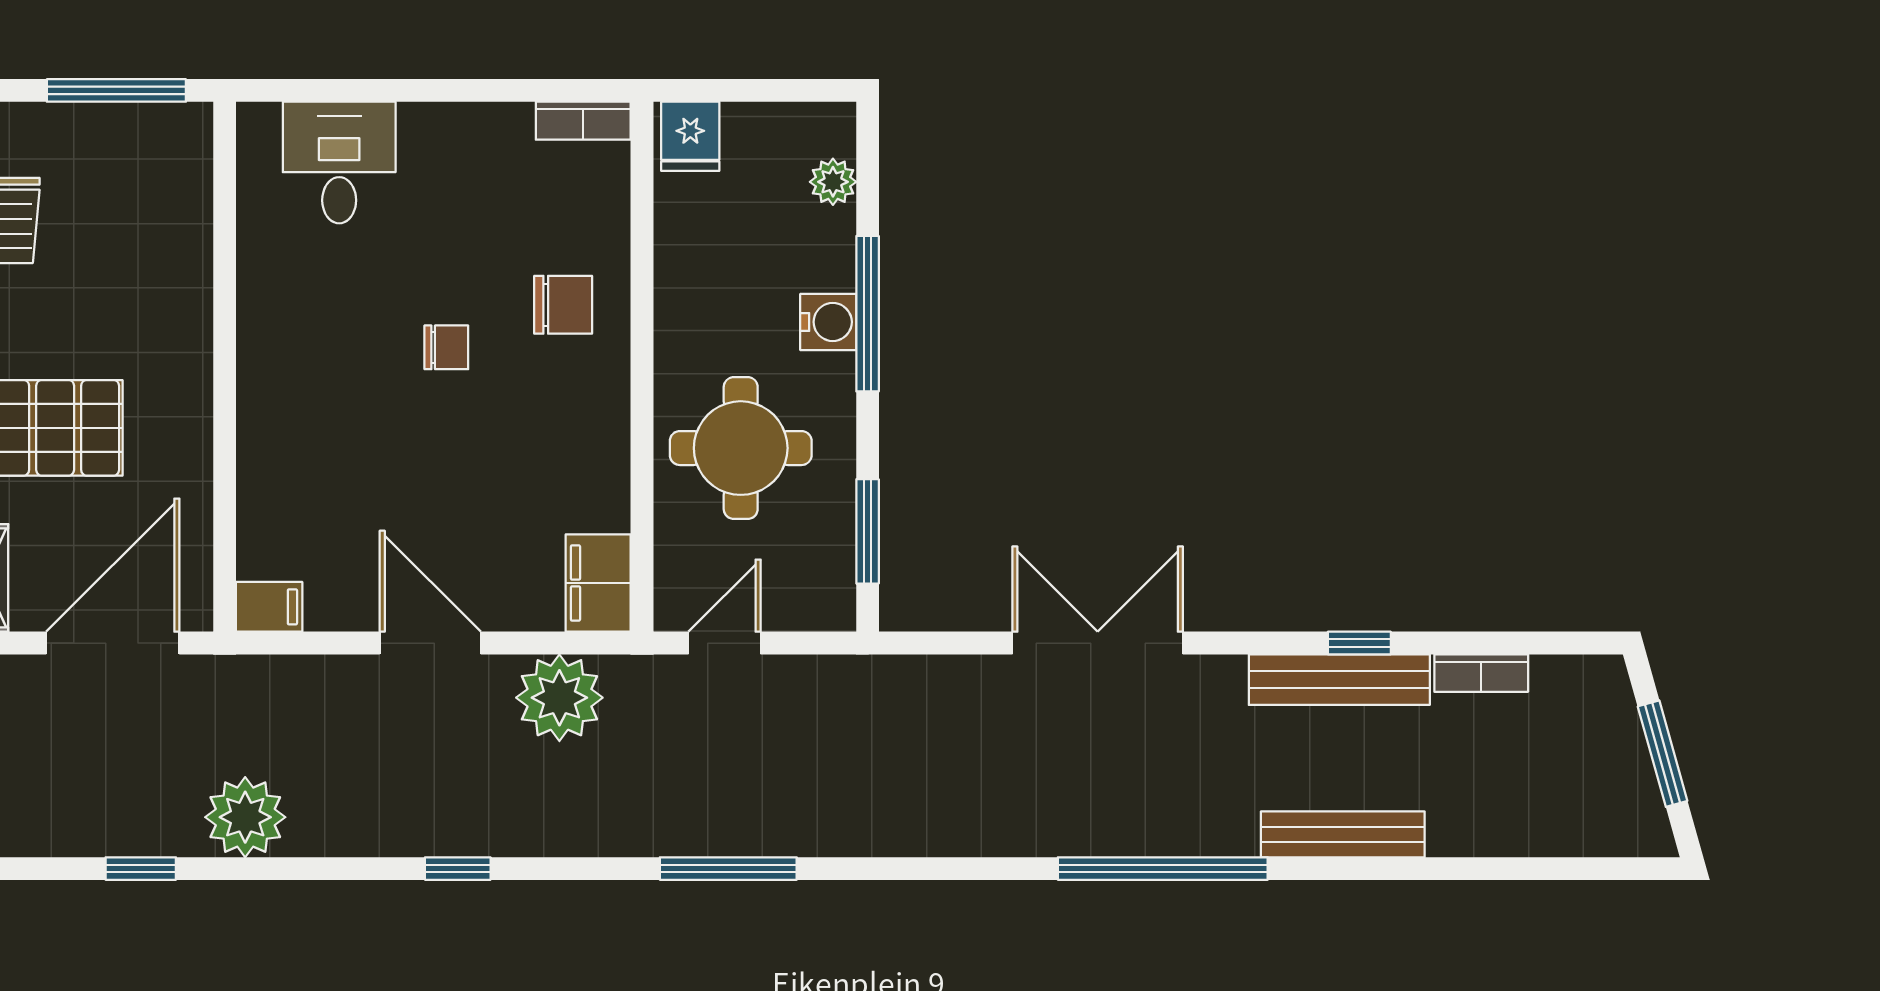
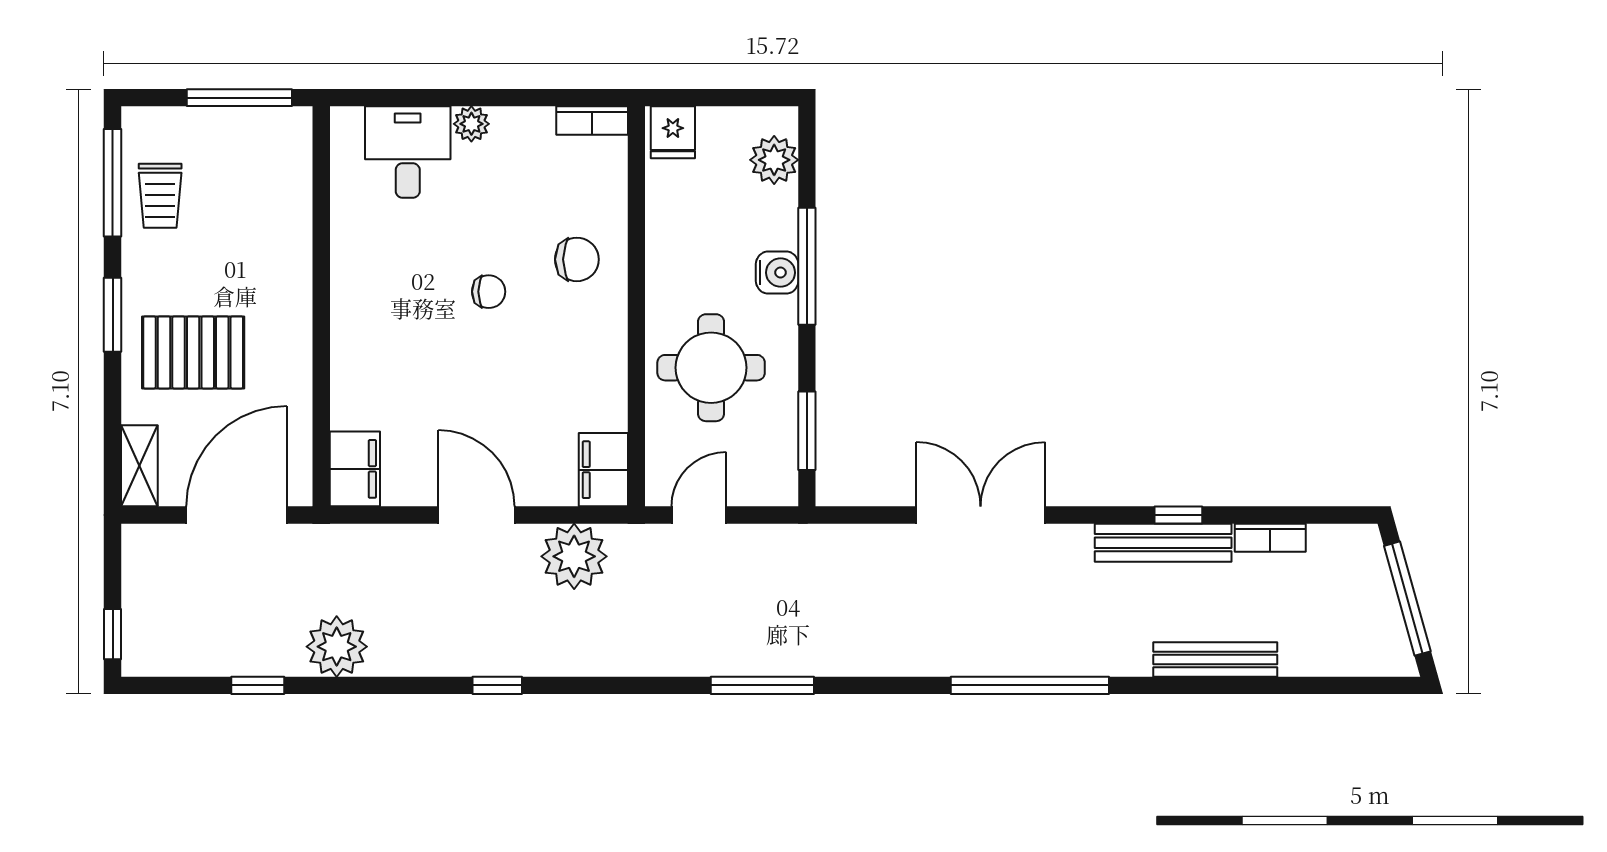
plant: (424, 125) -> (471, 124), added
plant: (833, 182) -> (774, 160), width x1.38, depth x1.38
filing cabinet: (269, 607) -> (355, 469), width x2.00
window: (1663, 754) -> (1407, 599), width x1.44
bench: (1343, 834) -> (1215, 660), moved
window: (728, 869) -> (762, 685), moved

